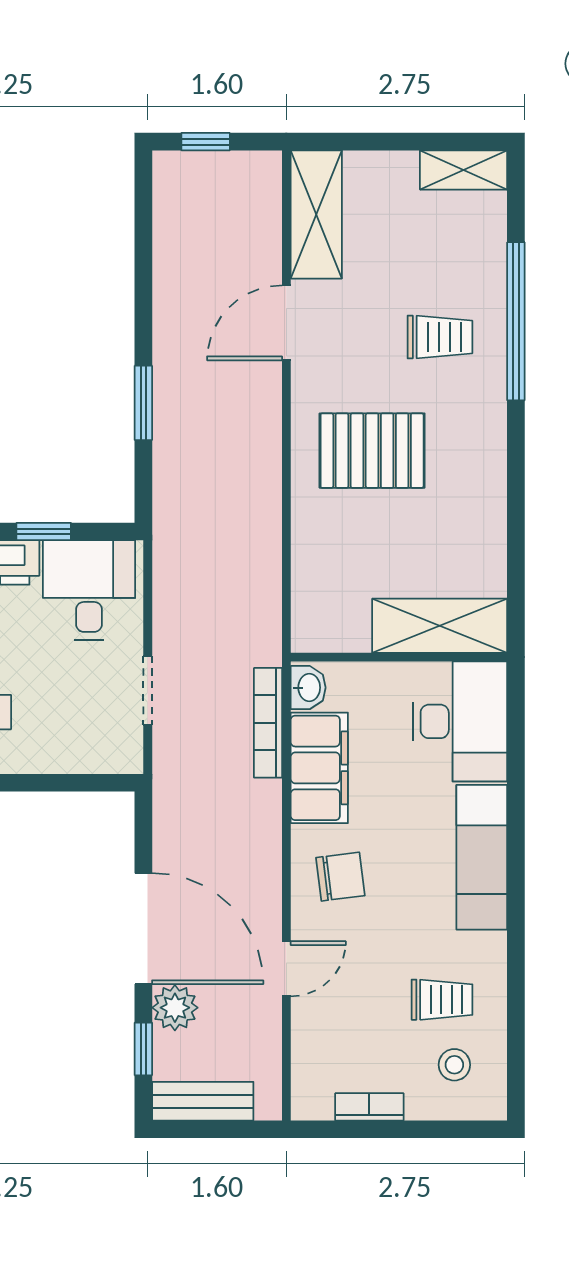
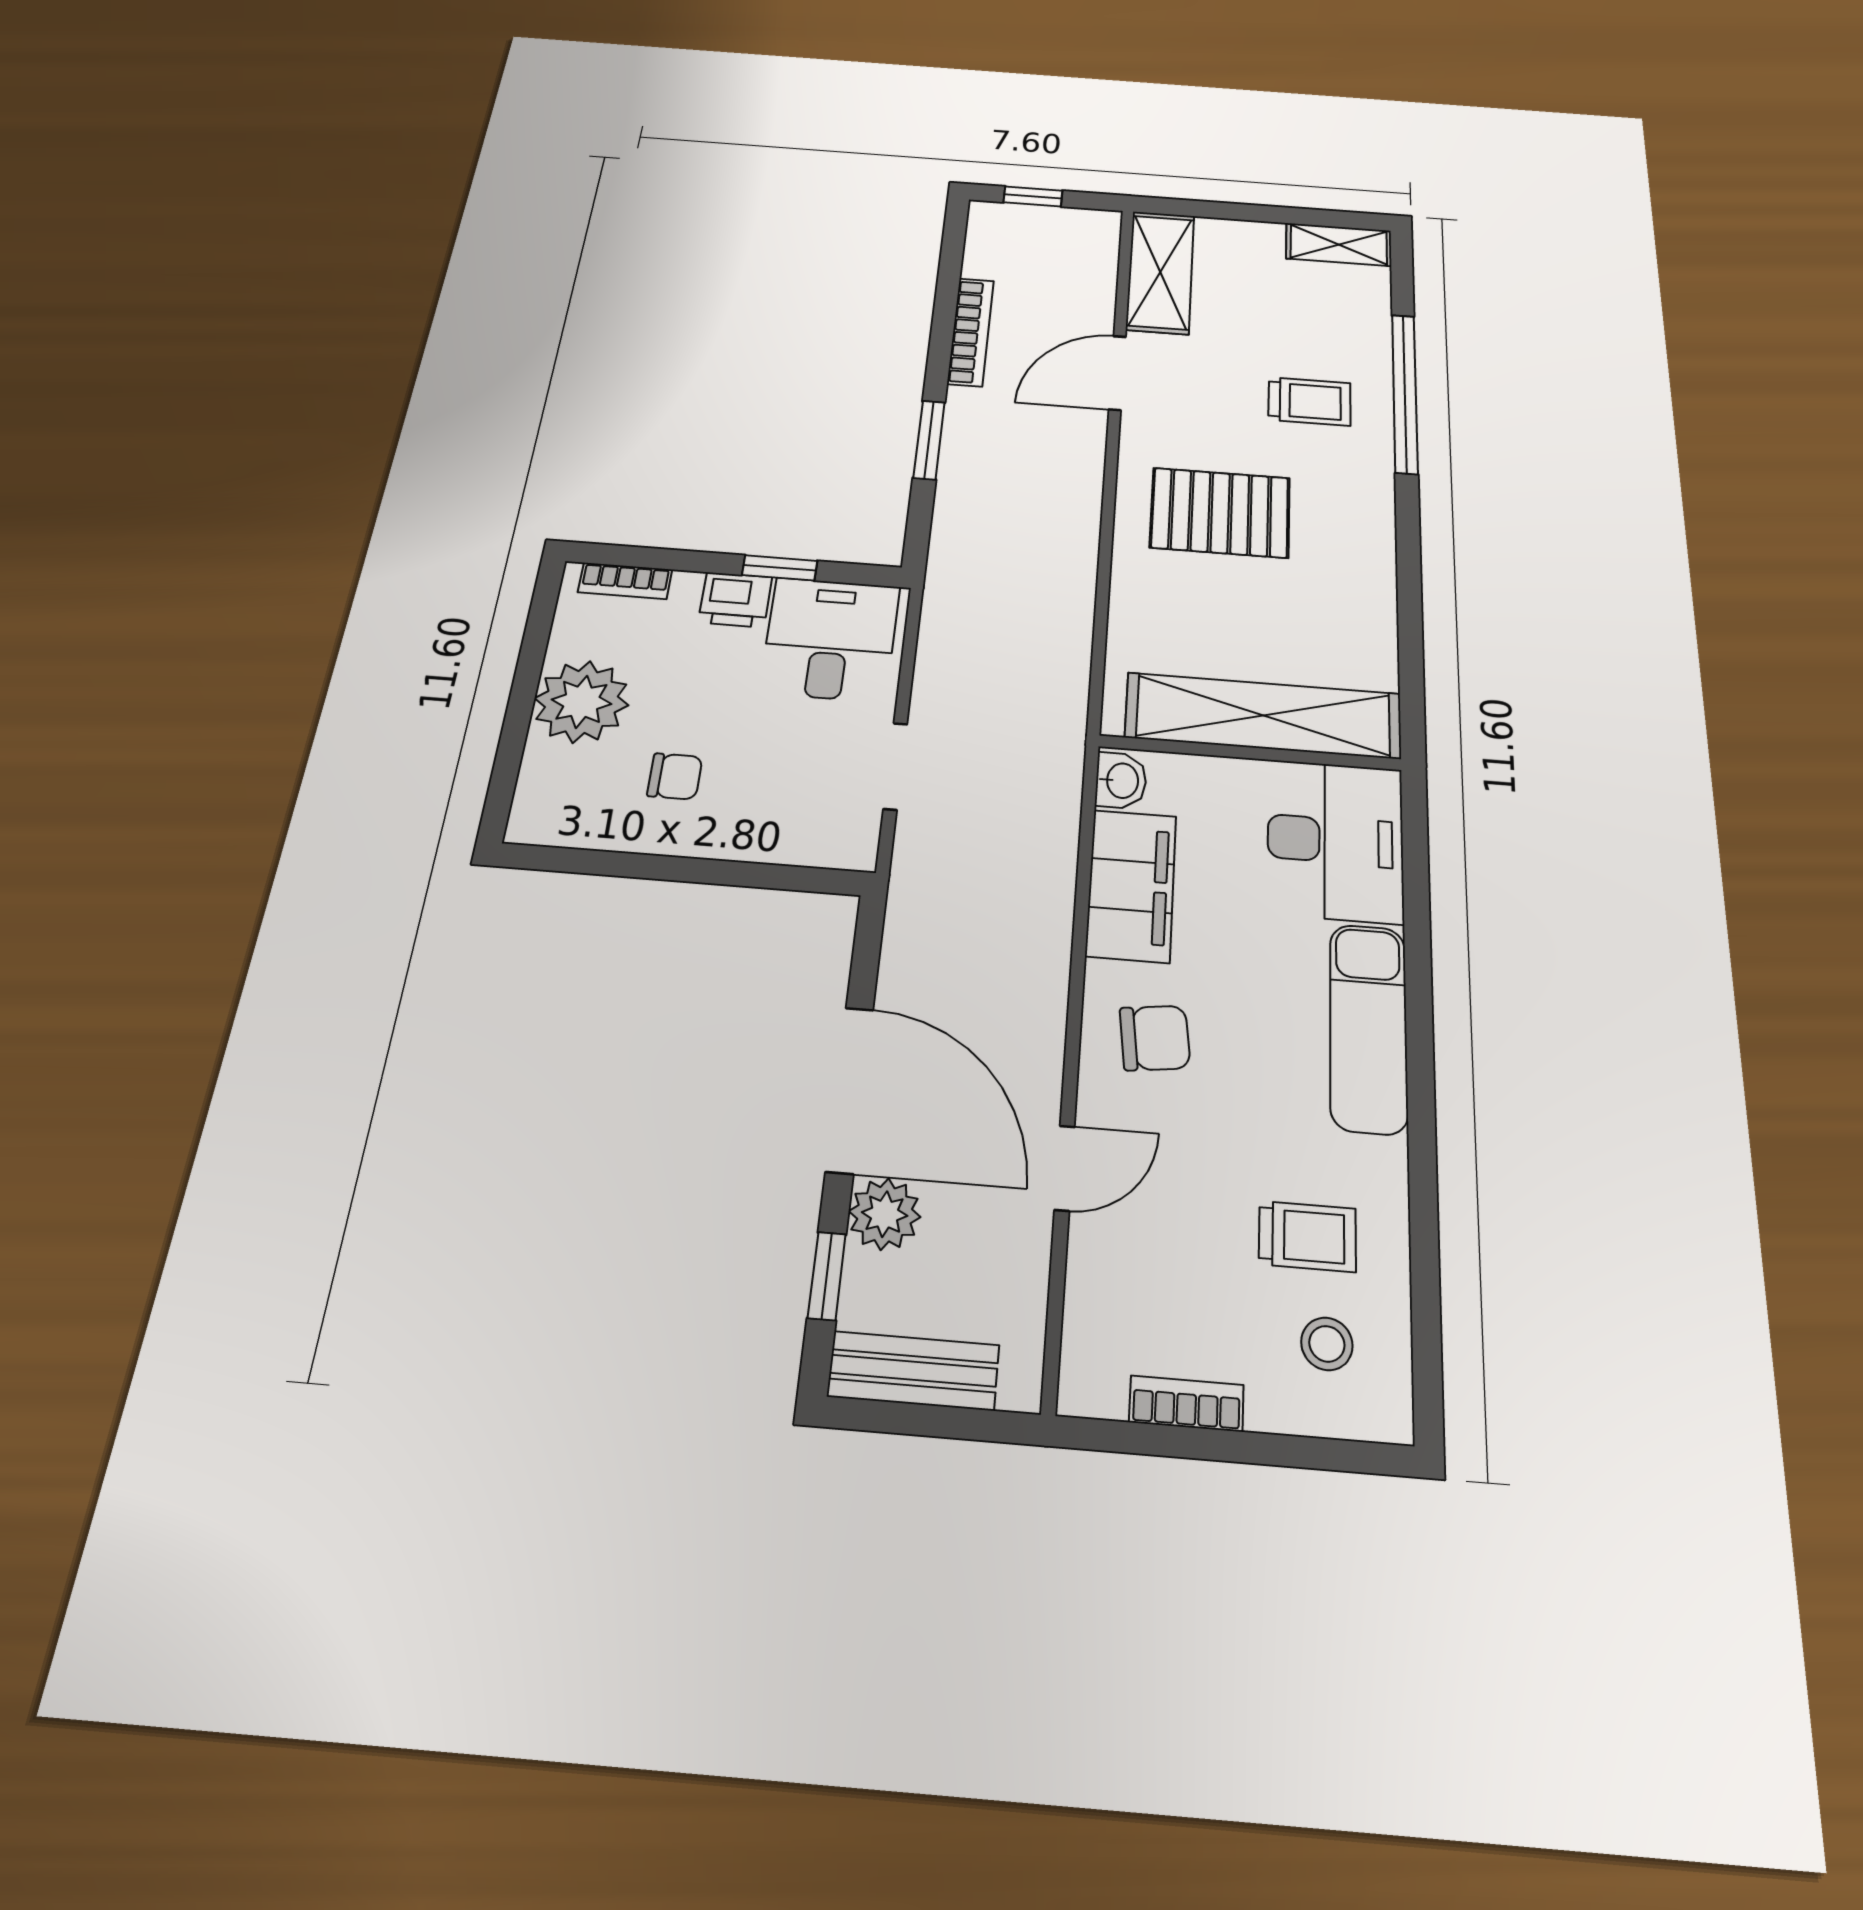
shelving: (440, 626) -> (1263, 716), width x1.47
bookcase: (268, 723) -> (971, 332), moved, turned 180

